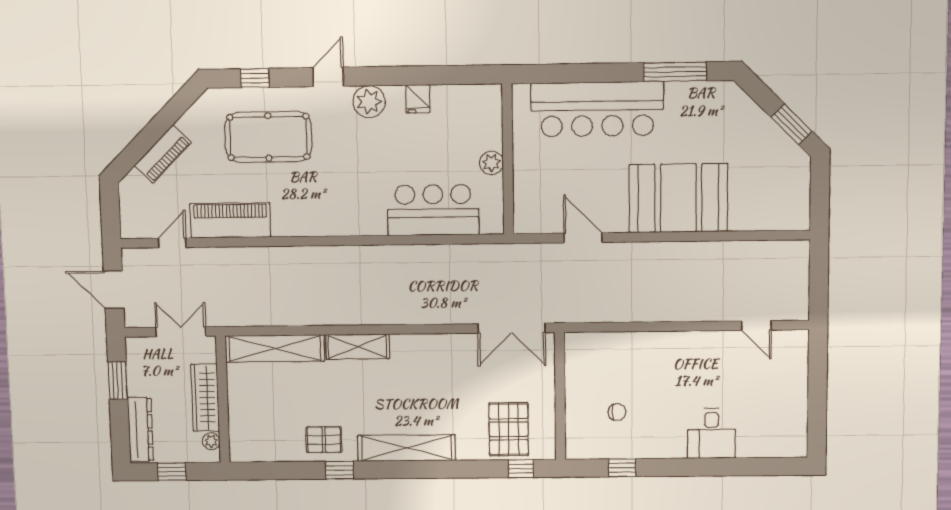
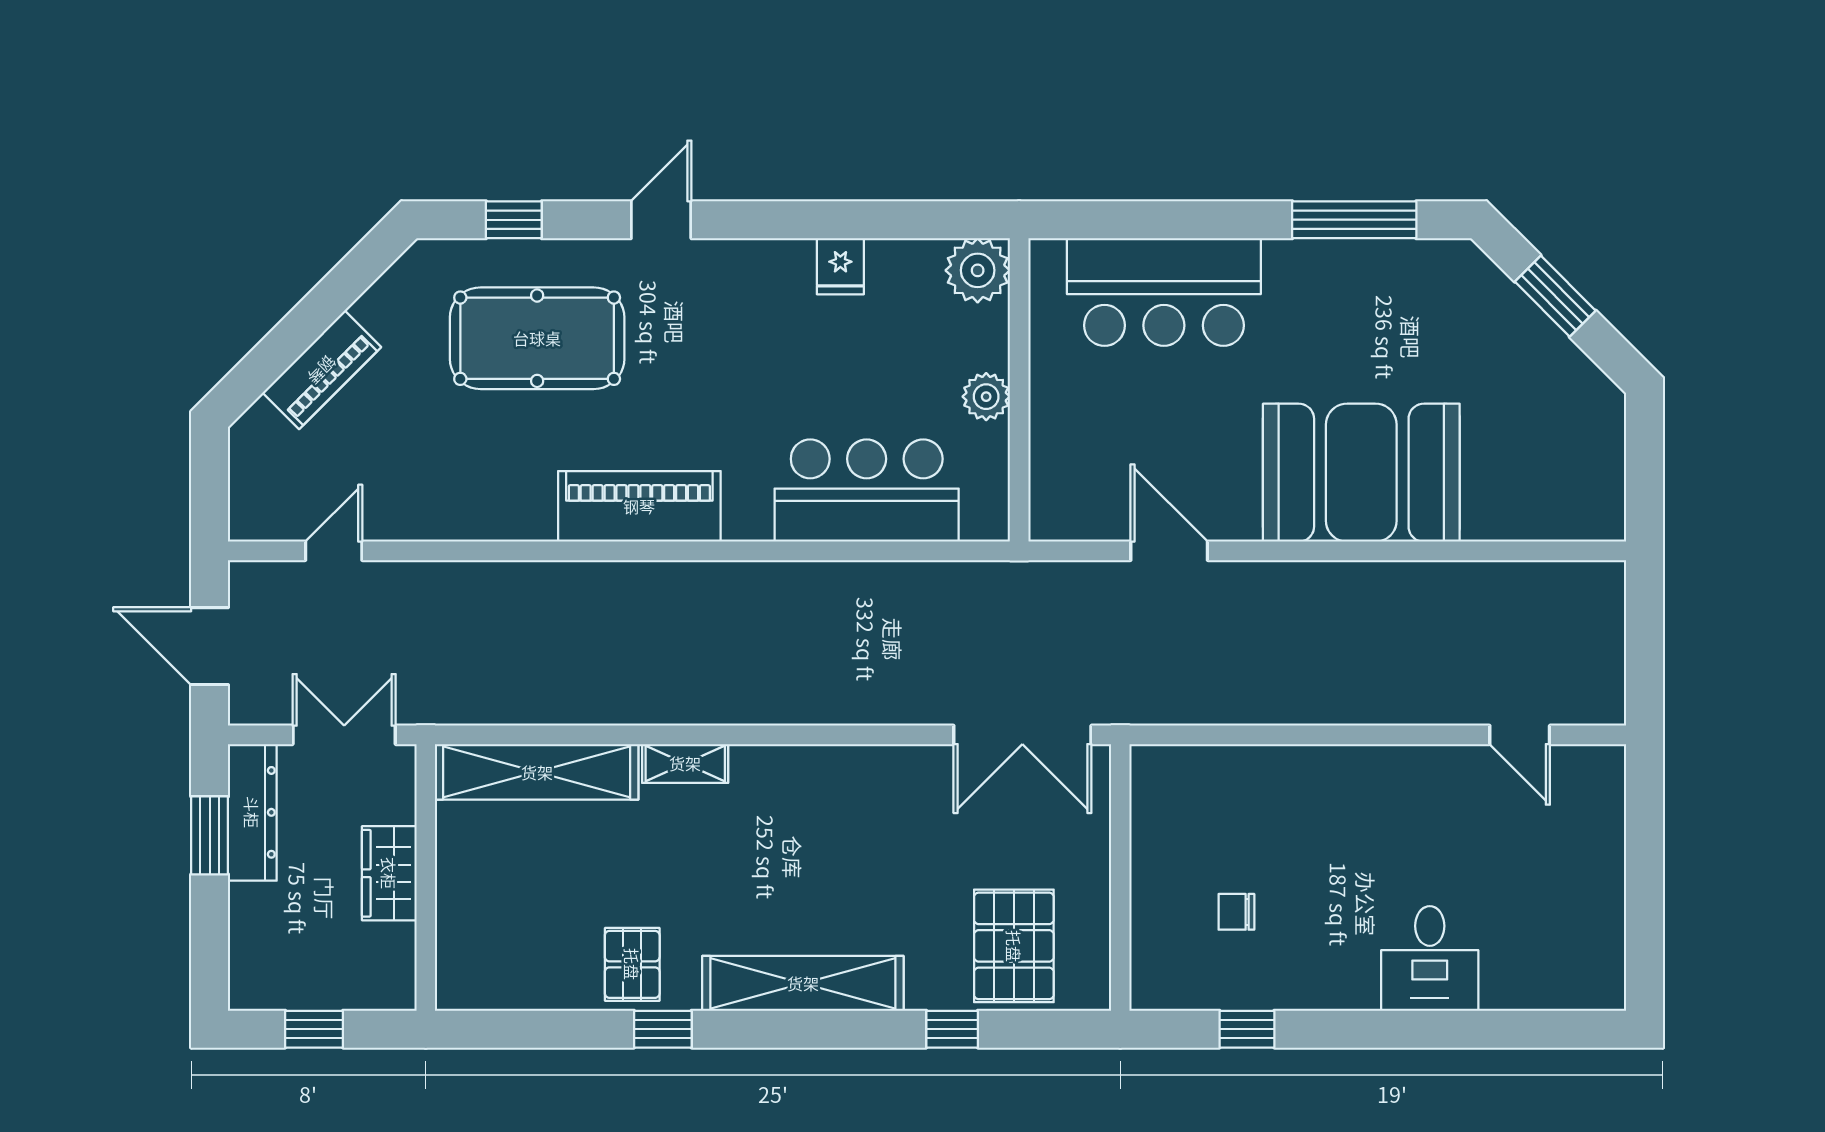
plant: (369, 102) -> (978, 270), moved
bar counter: (597, 109) -> (1164, 292), width x0.73
window: (792, 124) -> (1555, 296), moved
piano: (230, 220) -> (639, 506), moved
shelving: (358, 347) -> (685, 763), width x0.67, depth x0.75
wardrobe: (205, 398) -> (389, 873), width x0.67
chair: (617, 412) -> (1236, 912), turned 180
dresser: (140, 430) -> (252, 812), moved
pallet: (324, 440) -> (632, 964), turned 90
plant: (211, 441) -> (399, 966), removed
window: (521, 469) -> (952, 1029), moved

